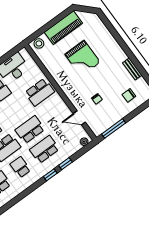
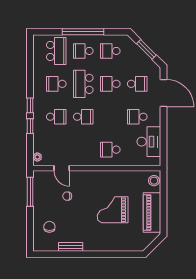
school desk: (40, 92) -> (110, 150), width x0.54
door: (79, 118) -> (62, 168), swing flipped
school desk: (30, 130) -> (83, 117), width x0.54
school desk: (44, 149) -> (56, 117), width x0.54
school desk: (20, 167) -> (56, 84), turned 180

